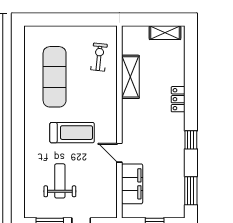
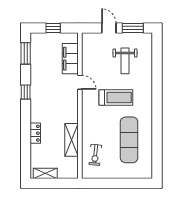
locker: (178, 99) -> (35, 133), moved
treadmill: (72, 133) -> (116, 98), turned 180

